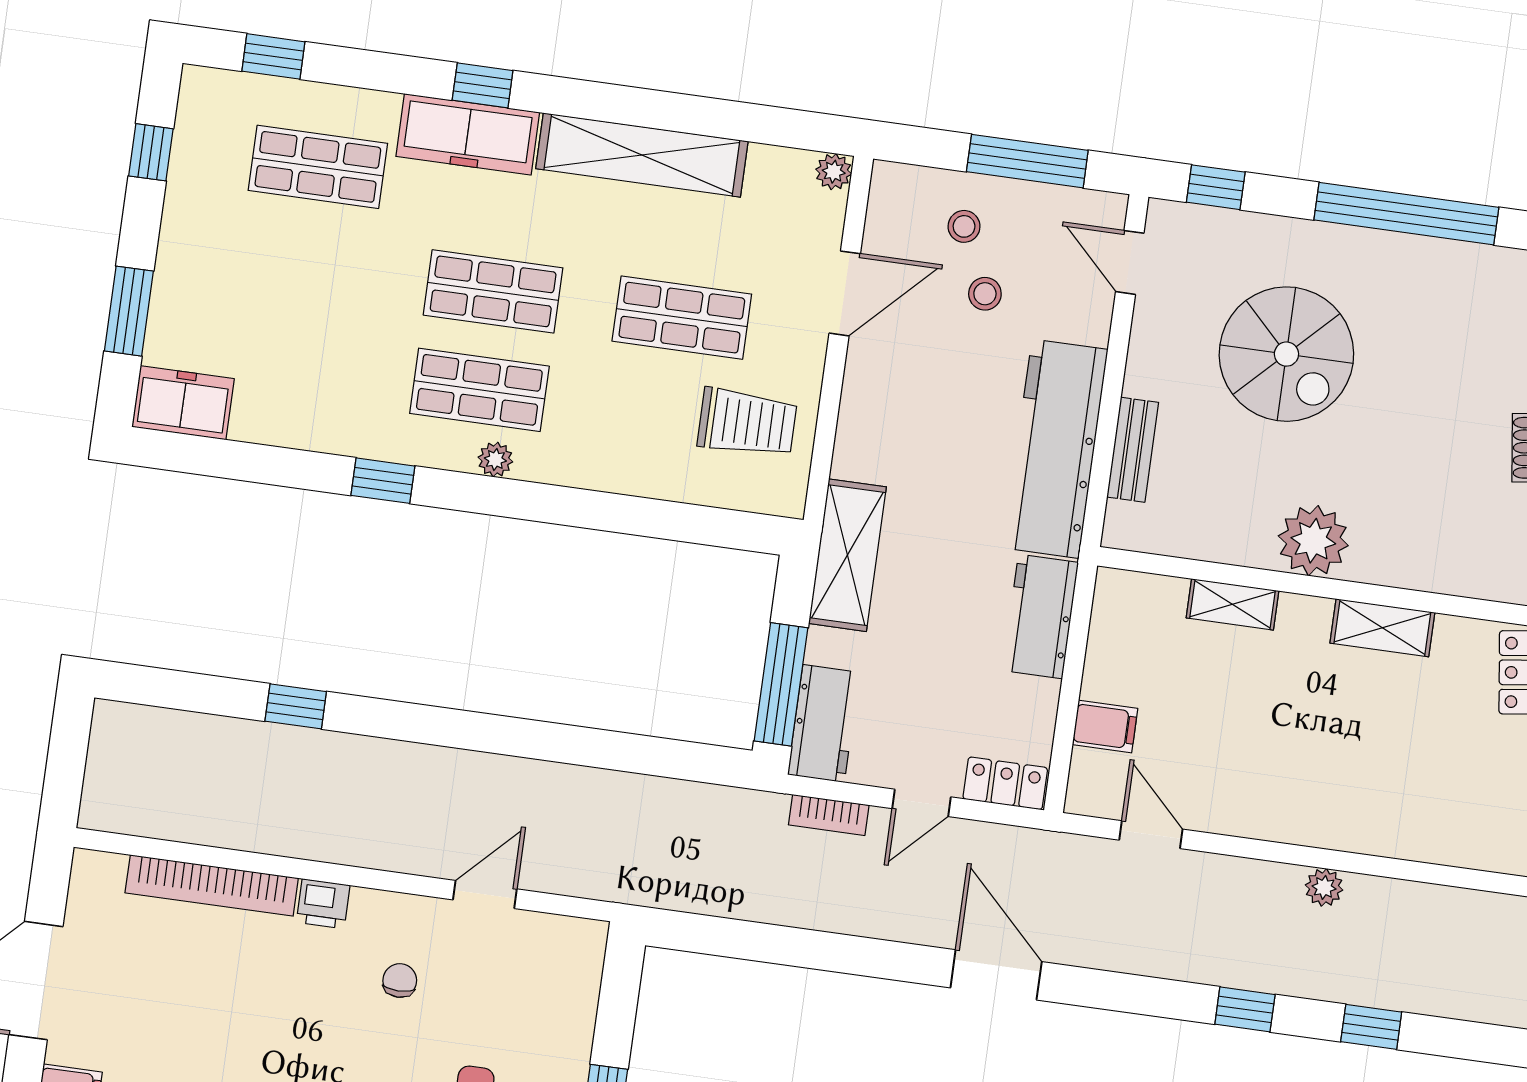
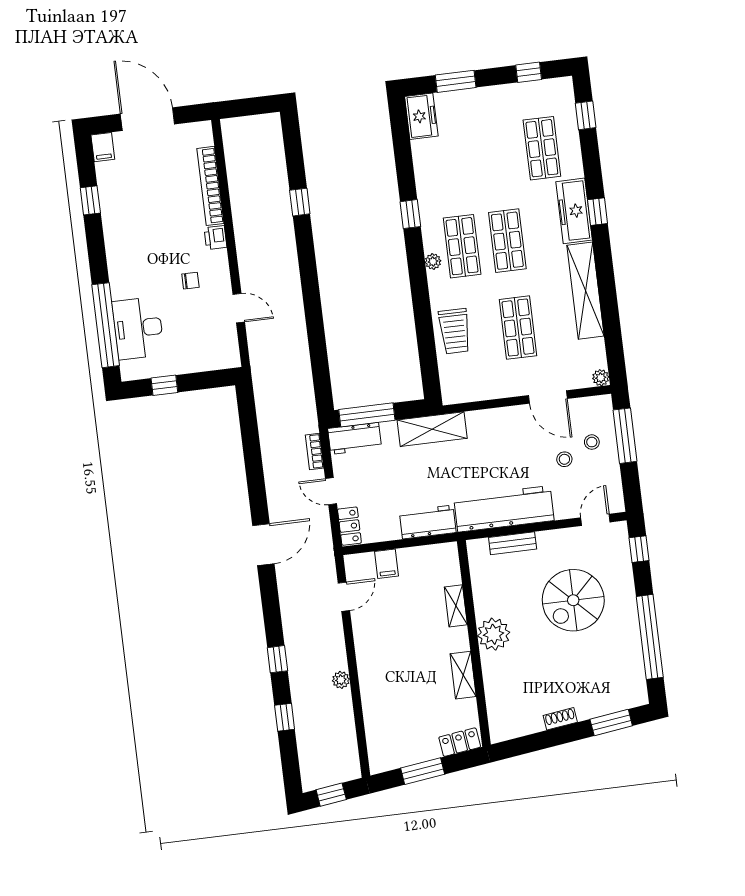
window: (1027, 161) -> (625, 436), moved
trolley: (747, 423) -> (455, 331), moved

